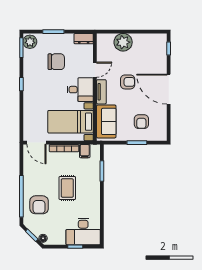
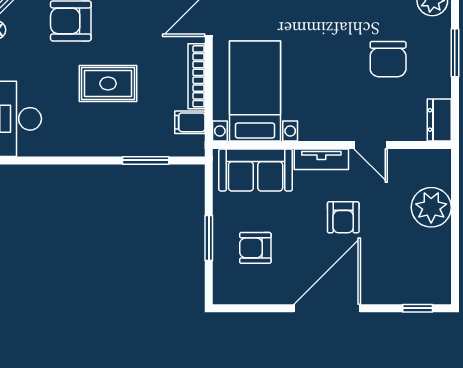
desk: (80, 90) -> (326, 112), removed

